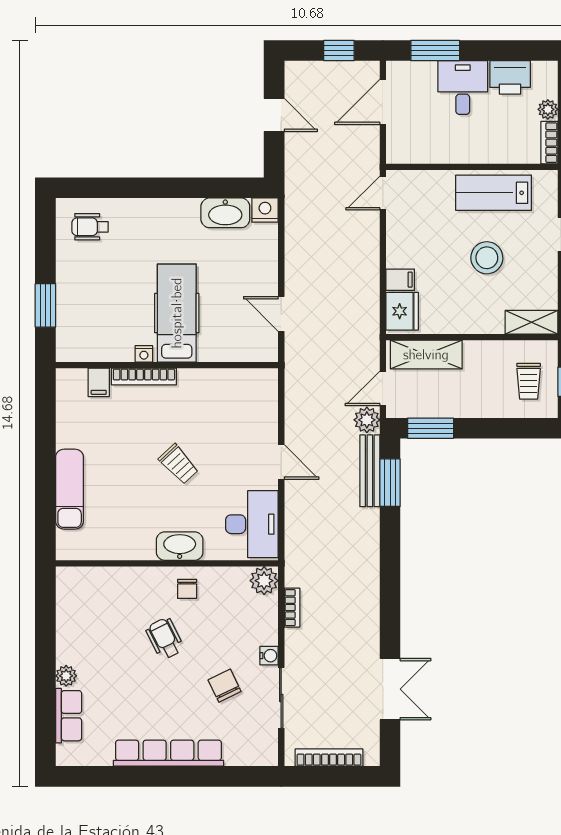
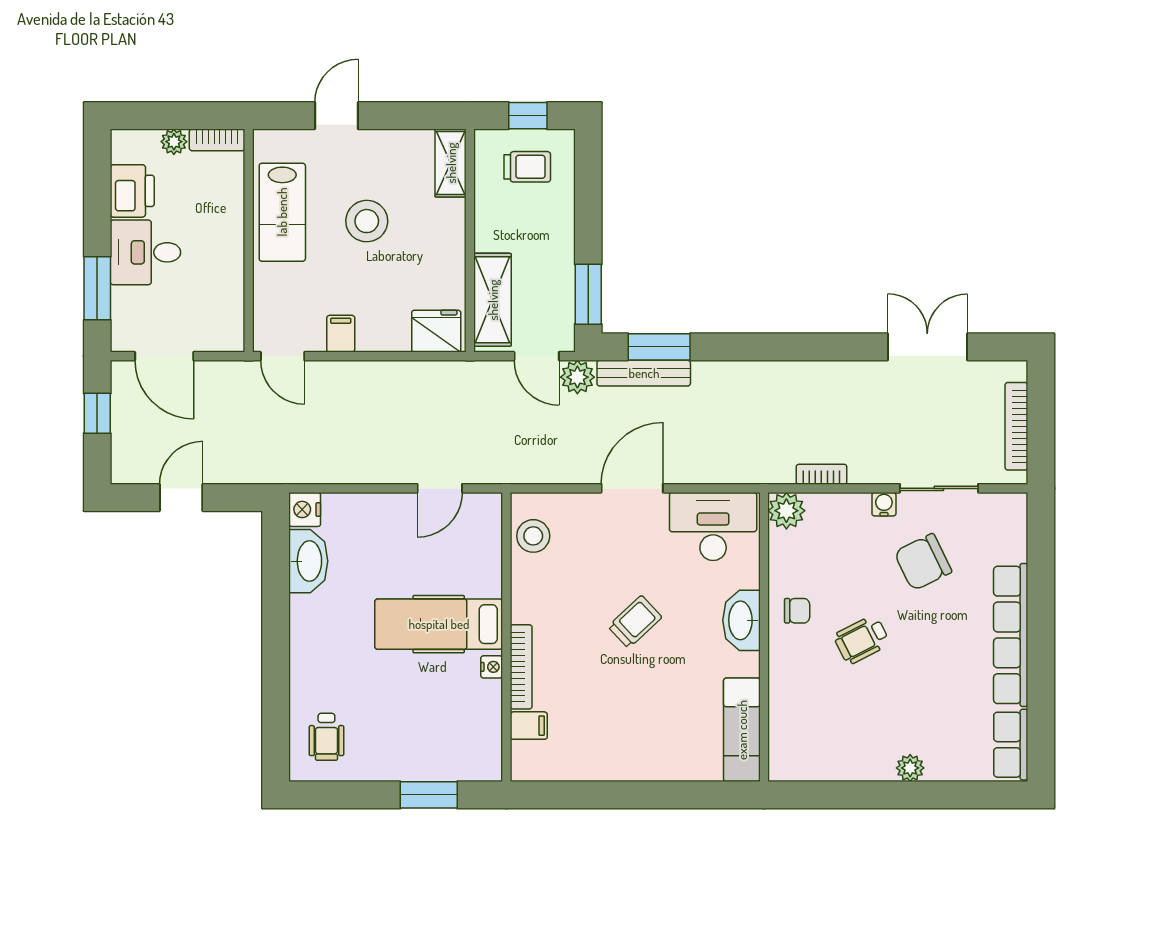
filing cabinet: (400, 280) -> (341, 334), moved
stool: (245, 386) -> (533, 536), added
door: (281, 462) -> (632, 488), width x1.38
exam couch: (70, 489) -> (742, 730), moved, turned -90
chair: (225, 686) -> (923, 562), width x1.37, depth x1.37
row of seats: (69, 716) -> (1011, 745), moved, turned -90

